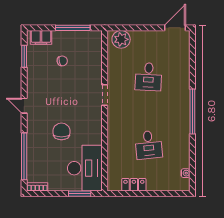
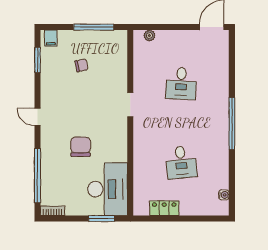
filing cabinet: (41, 37) -> (51, 38), width x0.50
plant: (121, 39) -> (149, 36), width x0.53, depth x0.53

